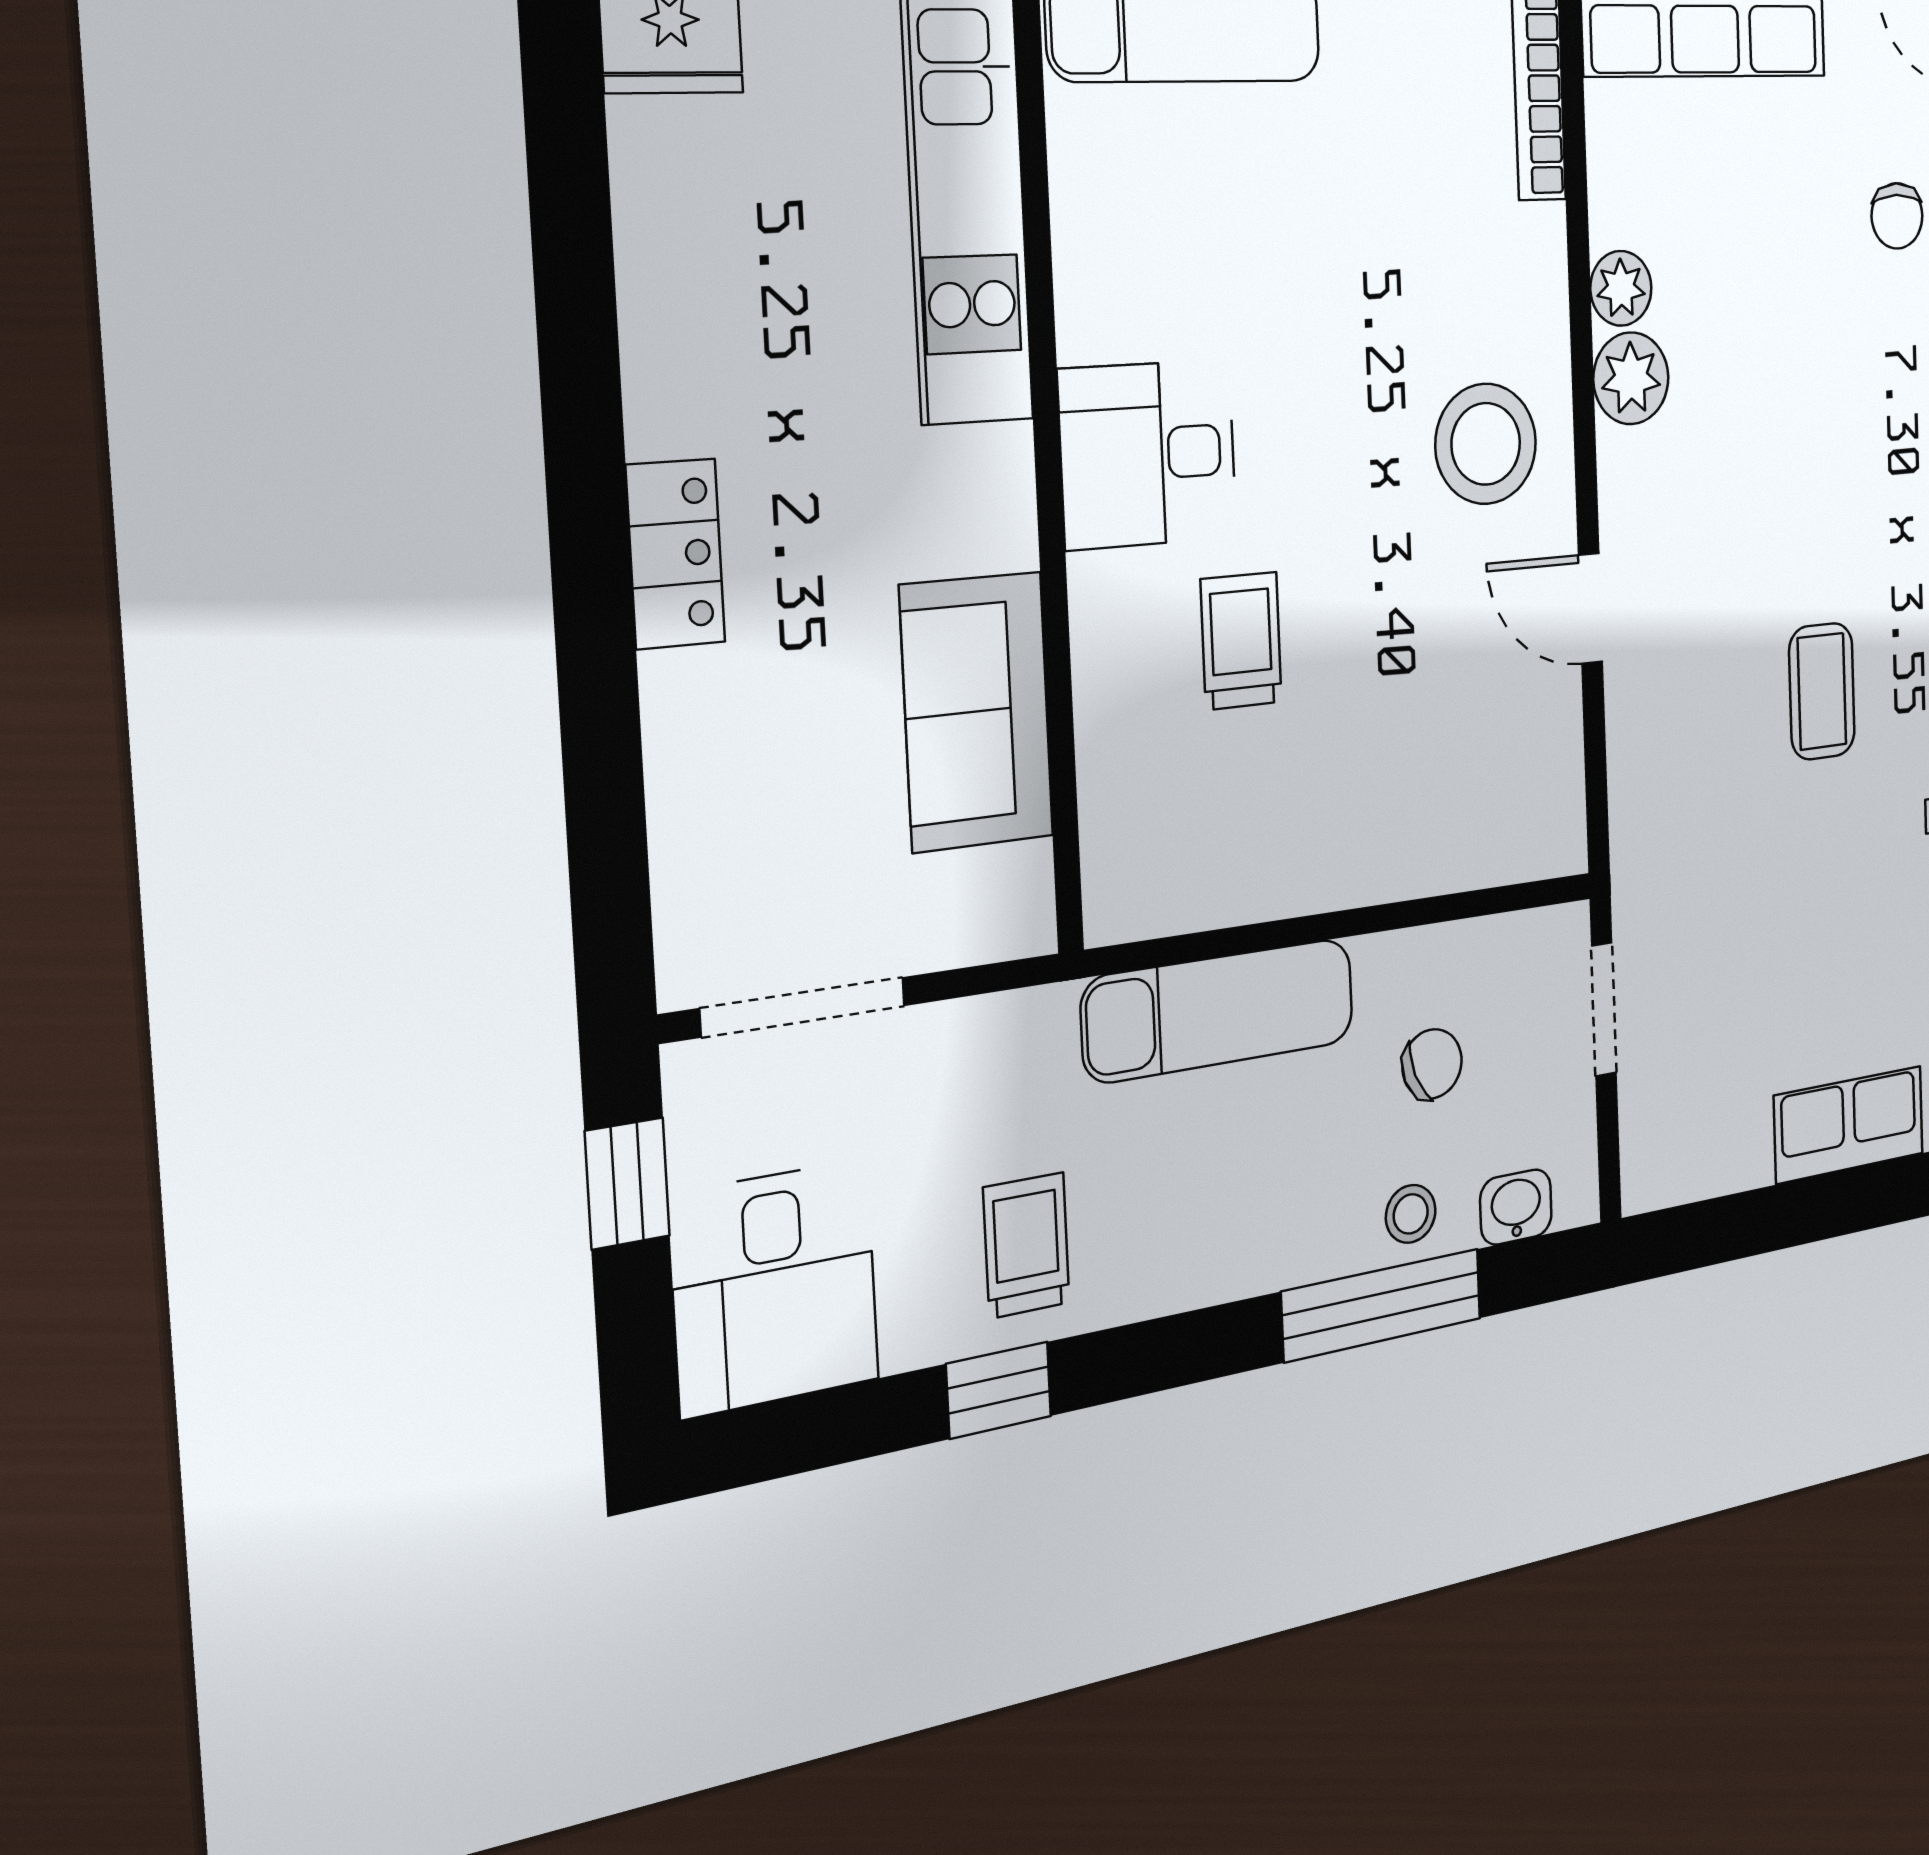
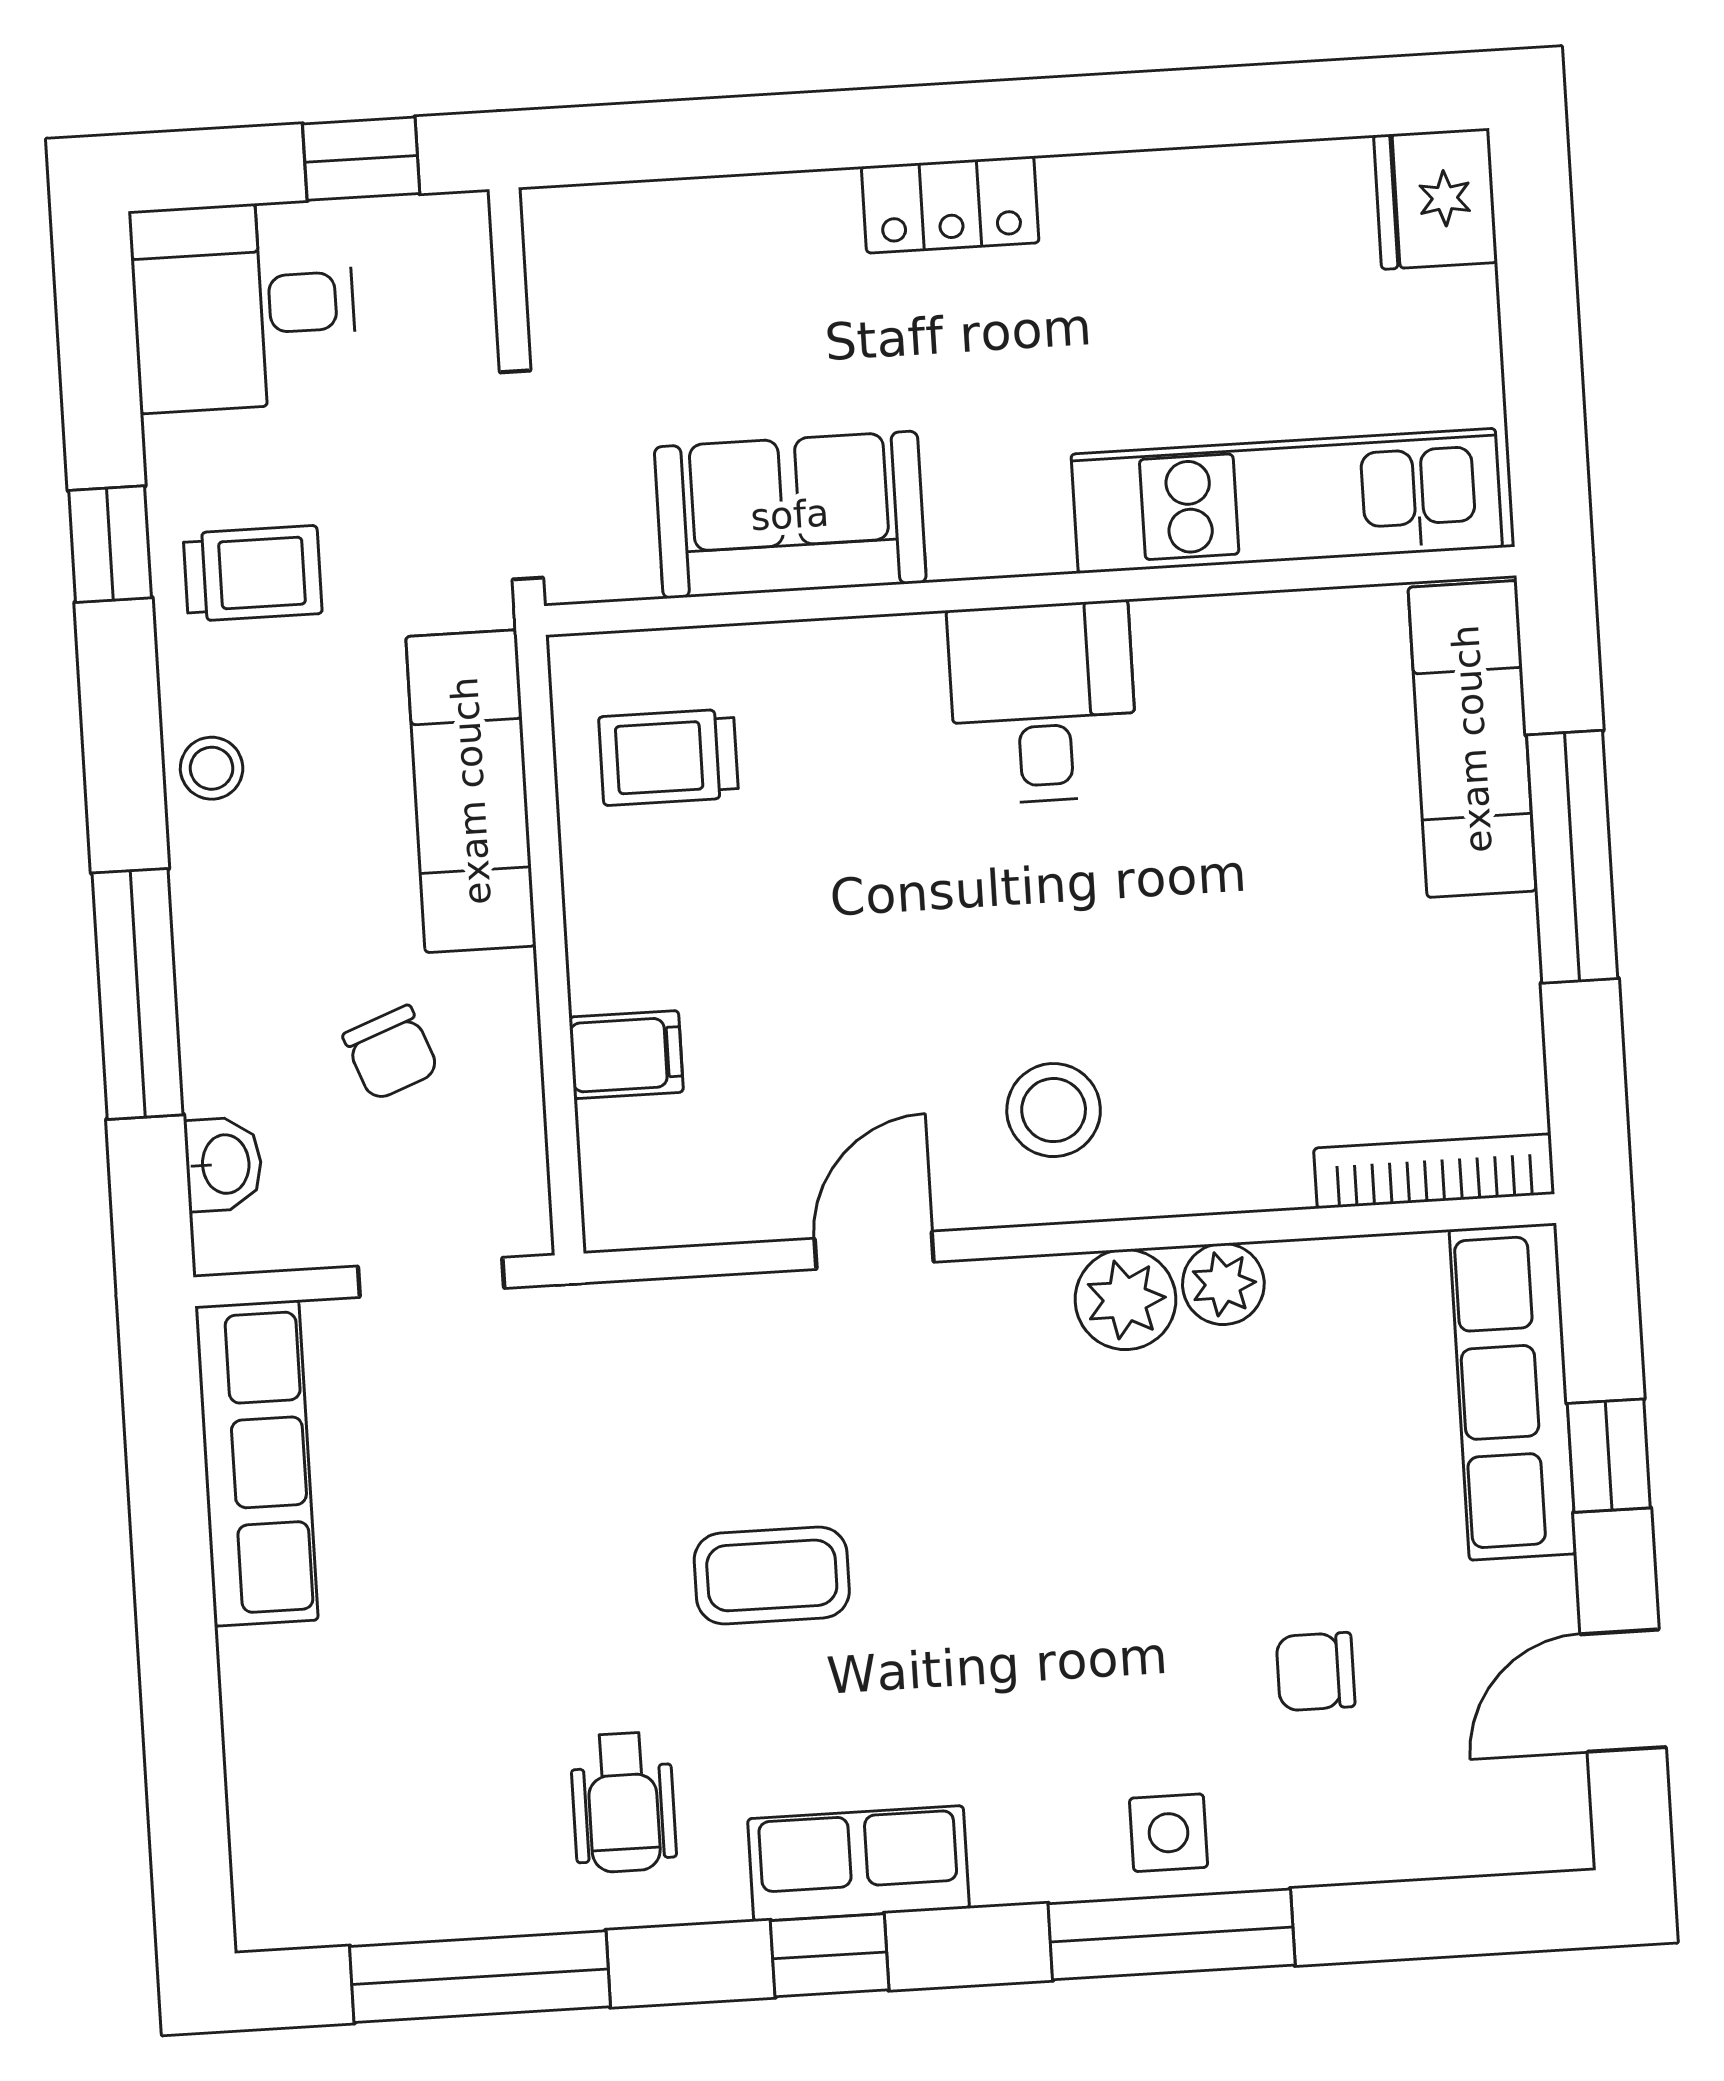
stool: (1486, 444) -> (1054, 1110), width x0.73, depth x0.73
trolley: (1241, 641) -> (669, 757), moved, turned 180
filing cabinet: (1437, 845) -> (626, 1055), added
doorway: (803, 1007) -> (522, 475), moved
row of seats: (1849, 1125) -> (257, 1463), moved, width x1.48
stool: (1411, 1214) -> (212, 768), moved

